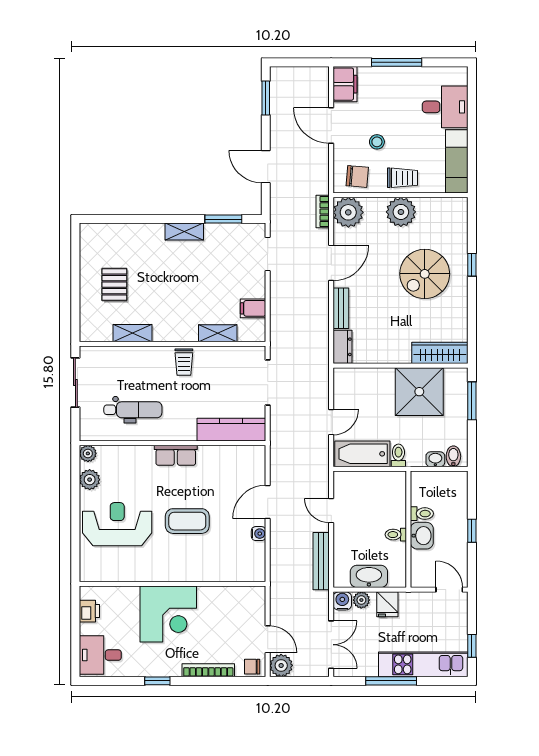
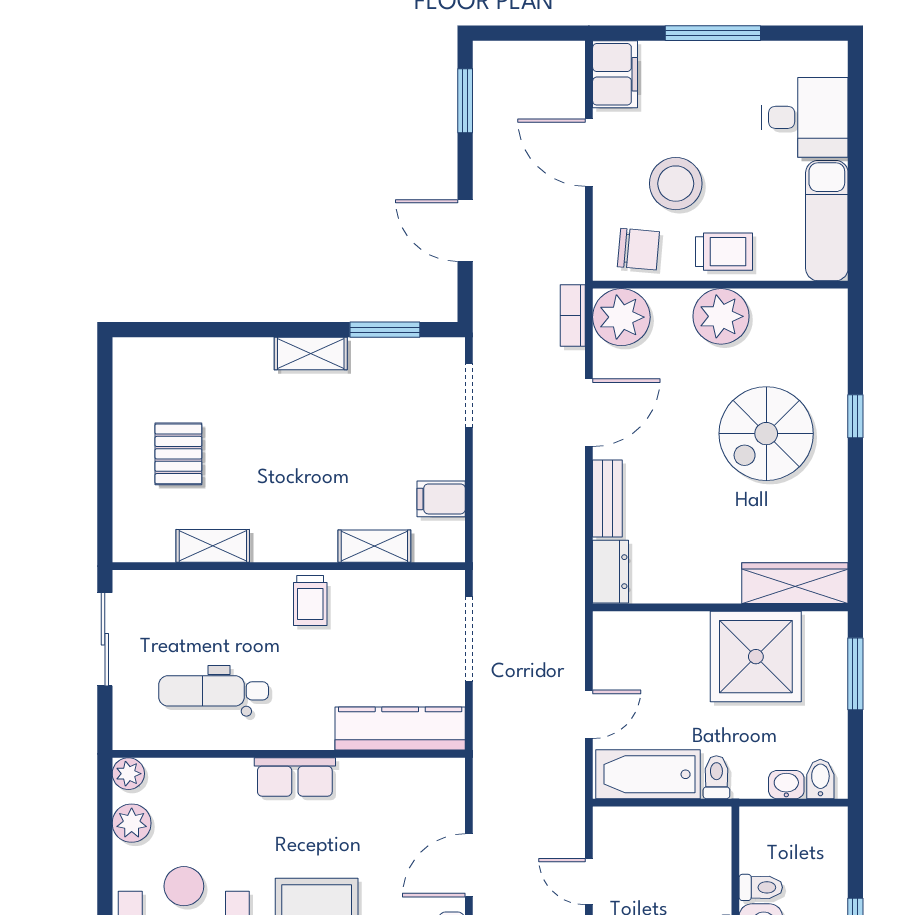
stool: (377, 142) -> (676, 184), width x1.89, depth x1.89
dental chair: (133, 410) -> (214, 691), turned 180

